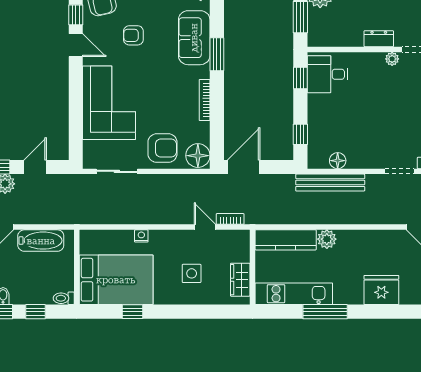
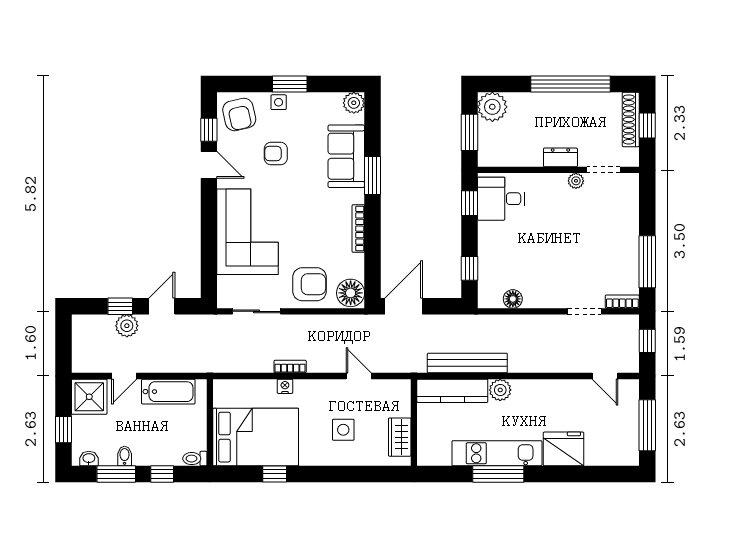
bench: (330, 183) -> (467, 363), moved
bookcase: (230, 219) -> (290, 367), moved
kitchen unit: (294, 294) -> (497, 453), moved

